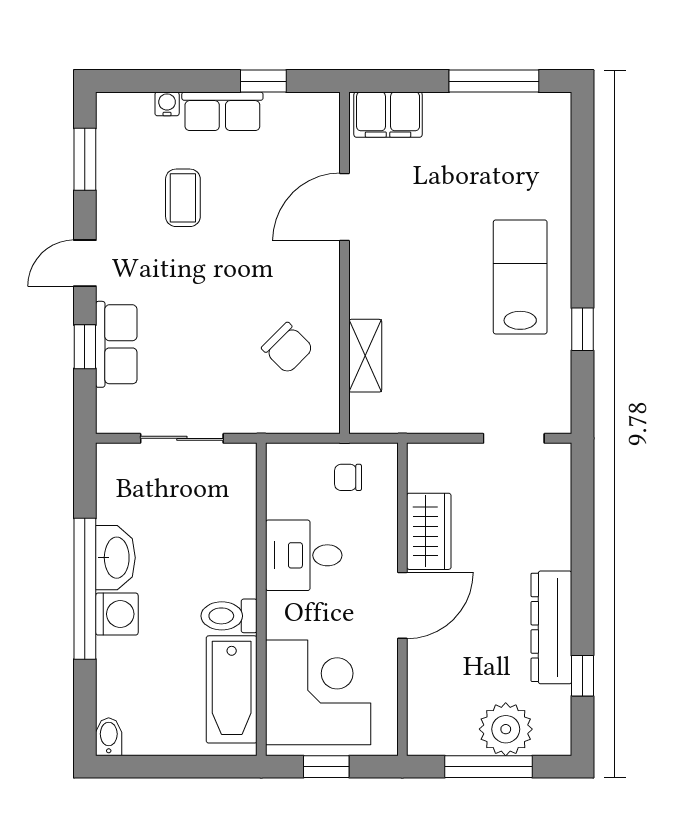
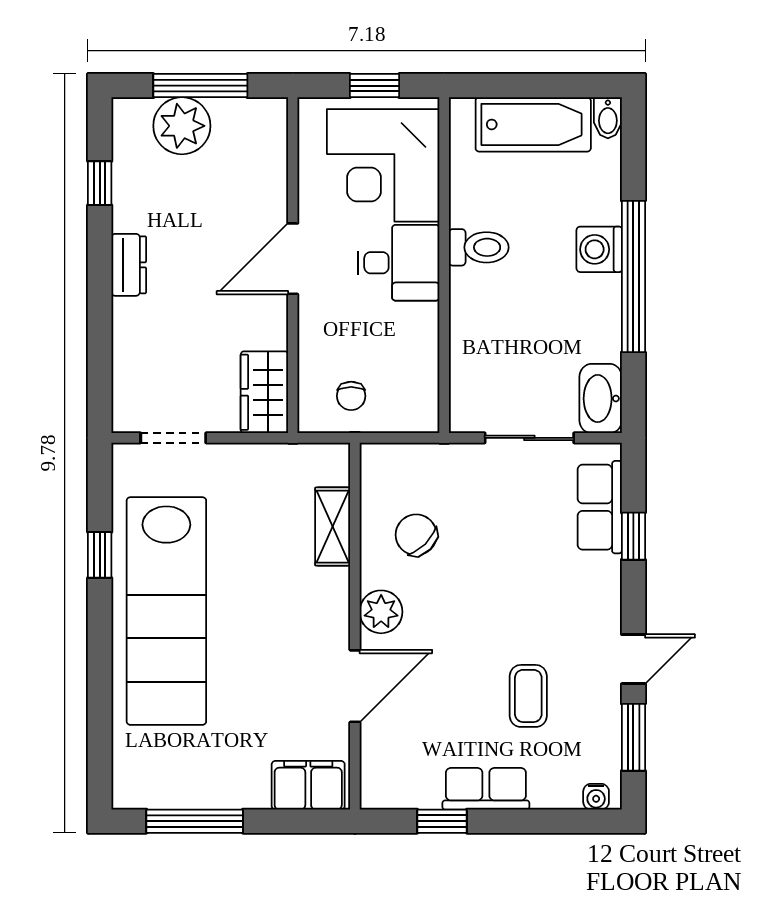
water cooler: (167, 104) -> (596, 797), moved
door: (85, 263) -> (633, 659), moved
plant: (320, 276) -> (381, 612), added
lab bench: (520, 277) -> (166, 611), width x1.86, depth x1.39
row of seats: (116, 344) -> (600, 507), moved
chair: (348, 477) -> (351, 396), turned 90
wardrobe: (429, 531) -> (264, 392), moved
desk: (304, 555) -> (399, 263), moved
washbasin: (115, 558) -> (601, 399), moved
dresser: (551, 627) -> (129, 265), width x0.51, depth x0.80
bathtub: (232, 689) -> (533, 124), moved, turned 90

